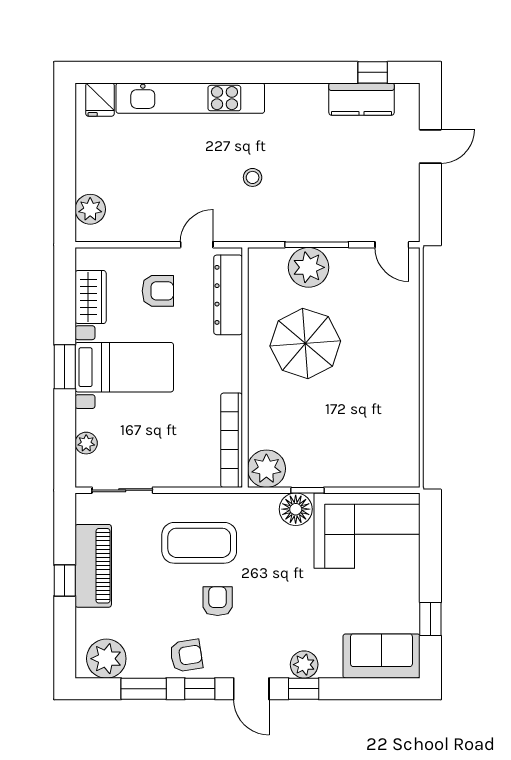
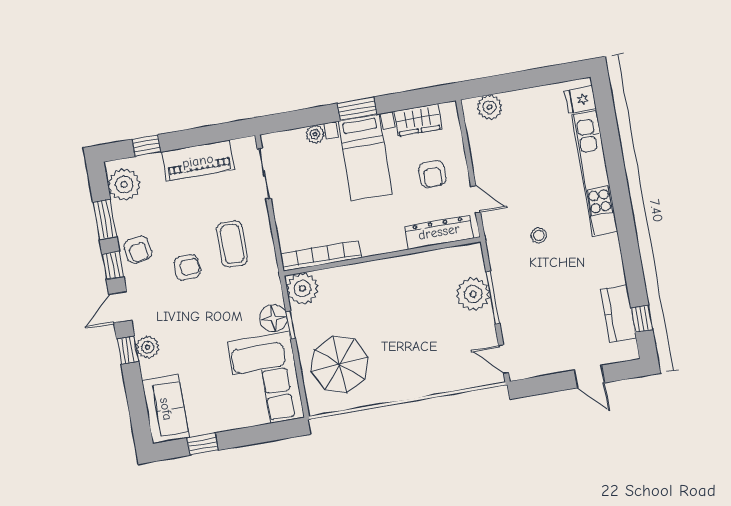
door: (392, 245) -> (504, 359), hinge flipped
parasol: (305, 343) -> (340, 364), moved
plant: (86, 443) -> (315, 134), moved
coffee table: (199, 543) -> (232, 244), width x0.73, depth x0.76
window: (65, 581) -> (146, 146), moved

